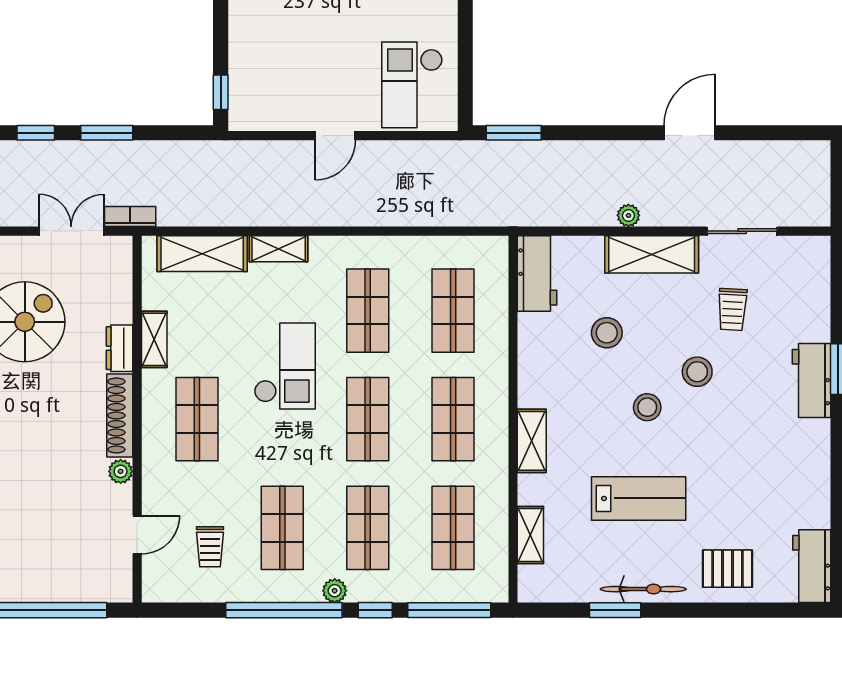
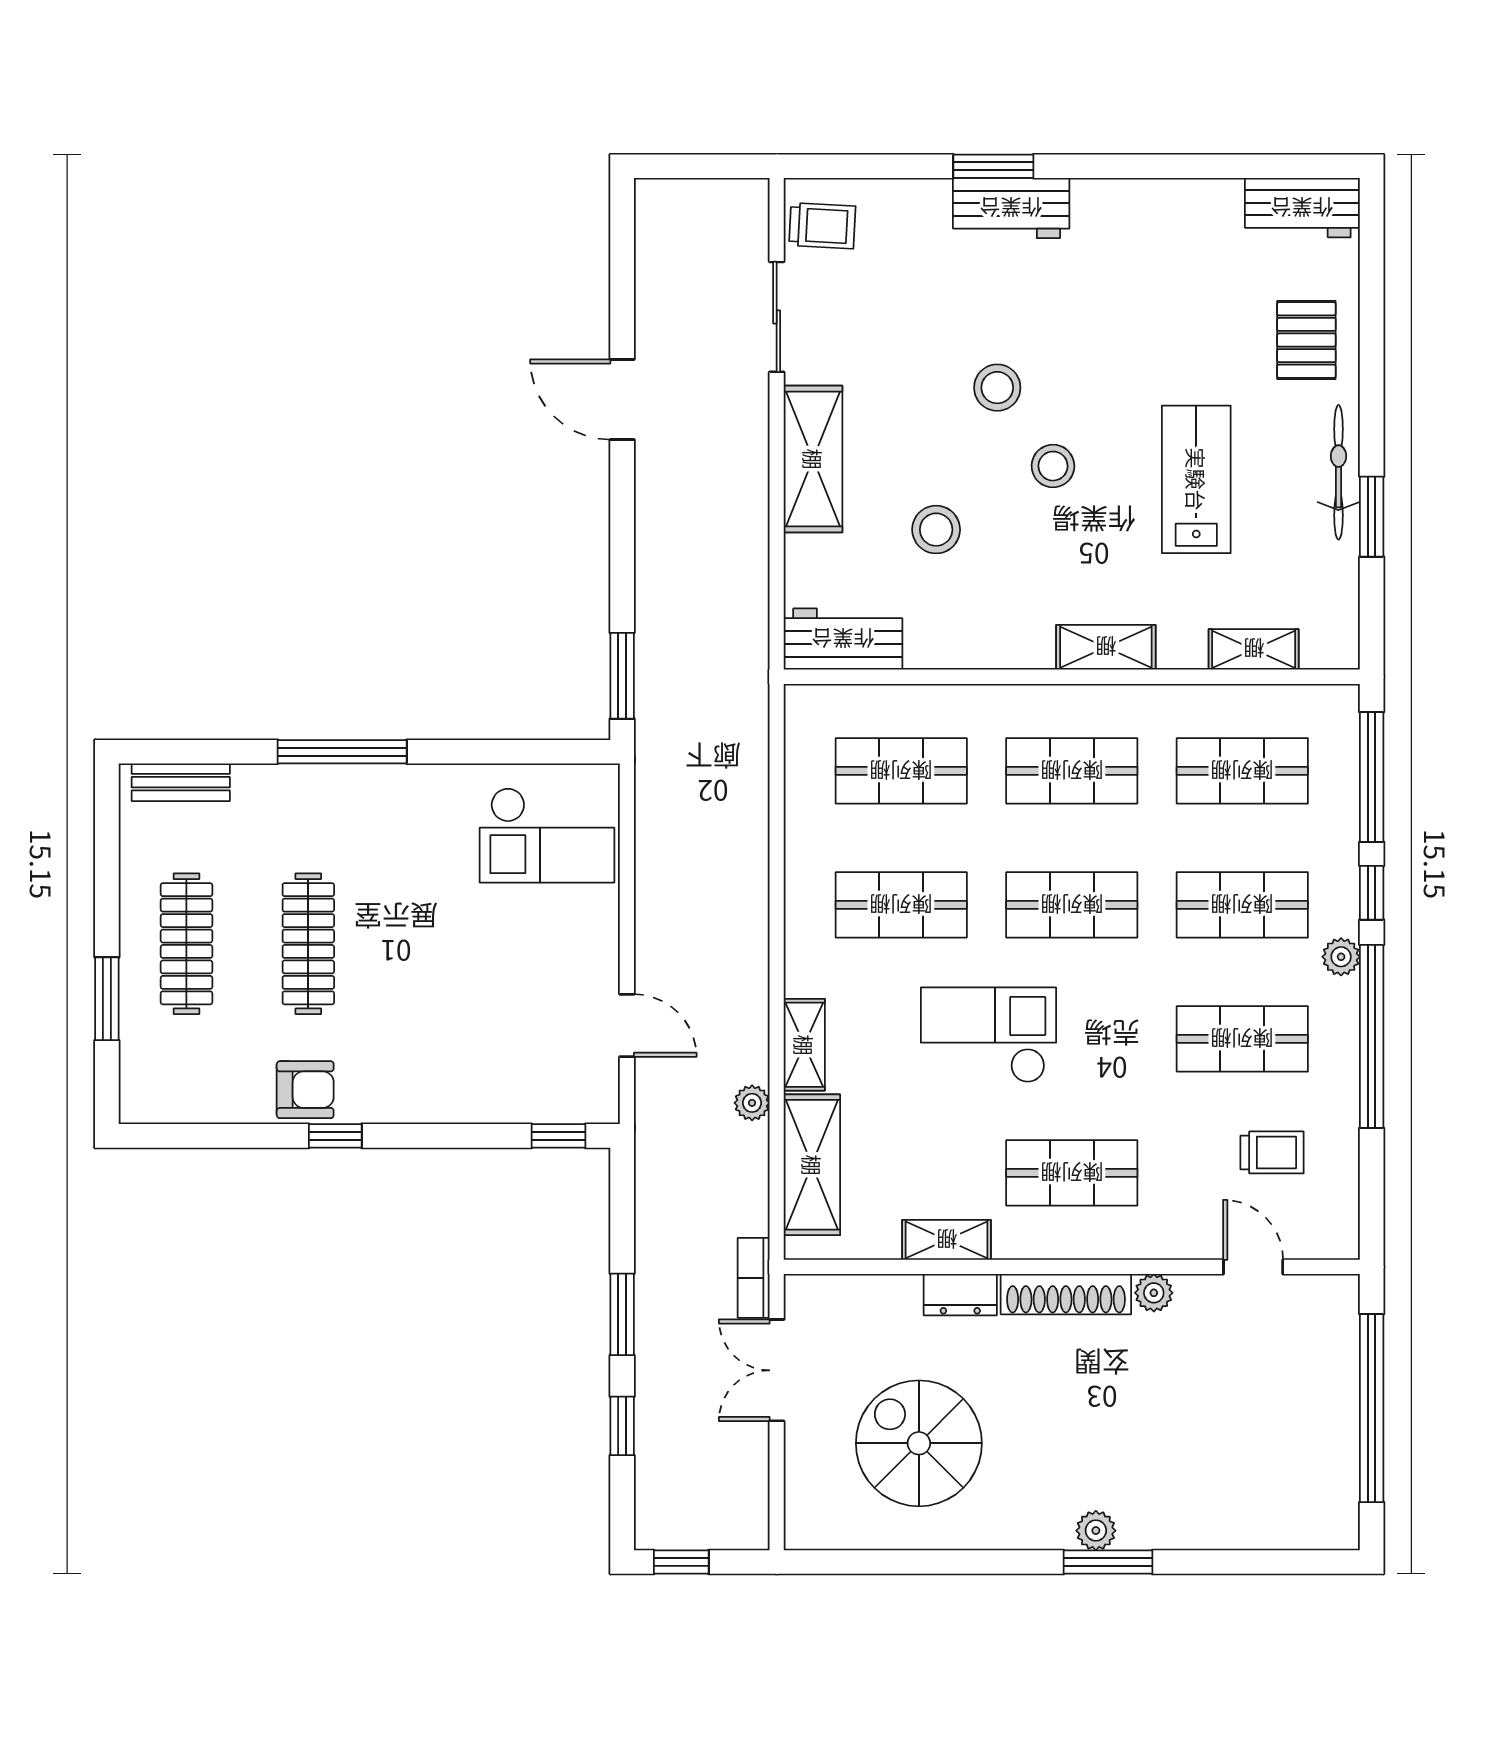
door: (335, 136) -> (627, 1026), moved
plant: (628, 215) -> (752, 1103), moved
trolley: (732, 309) -> (822, 226), moved

